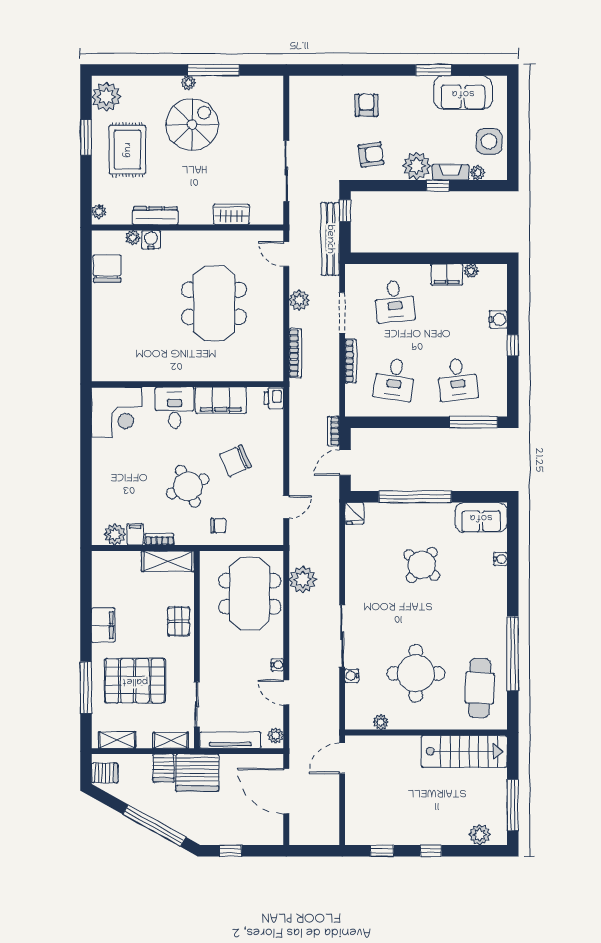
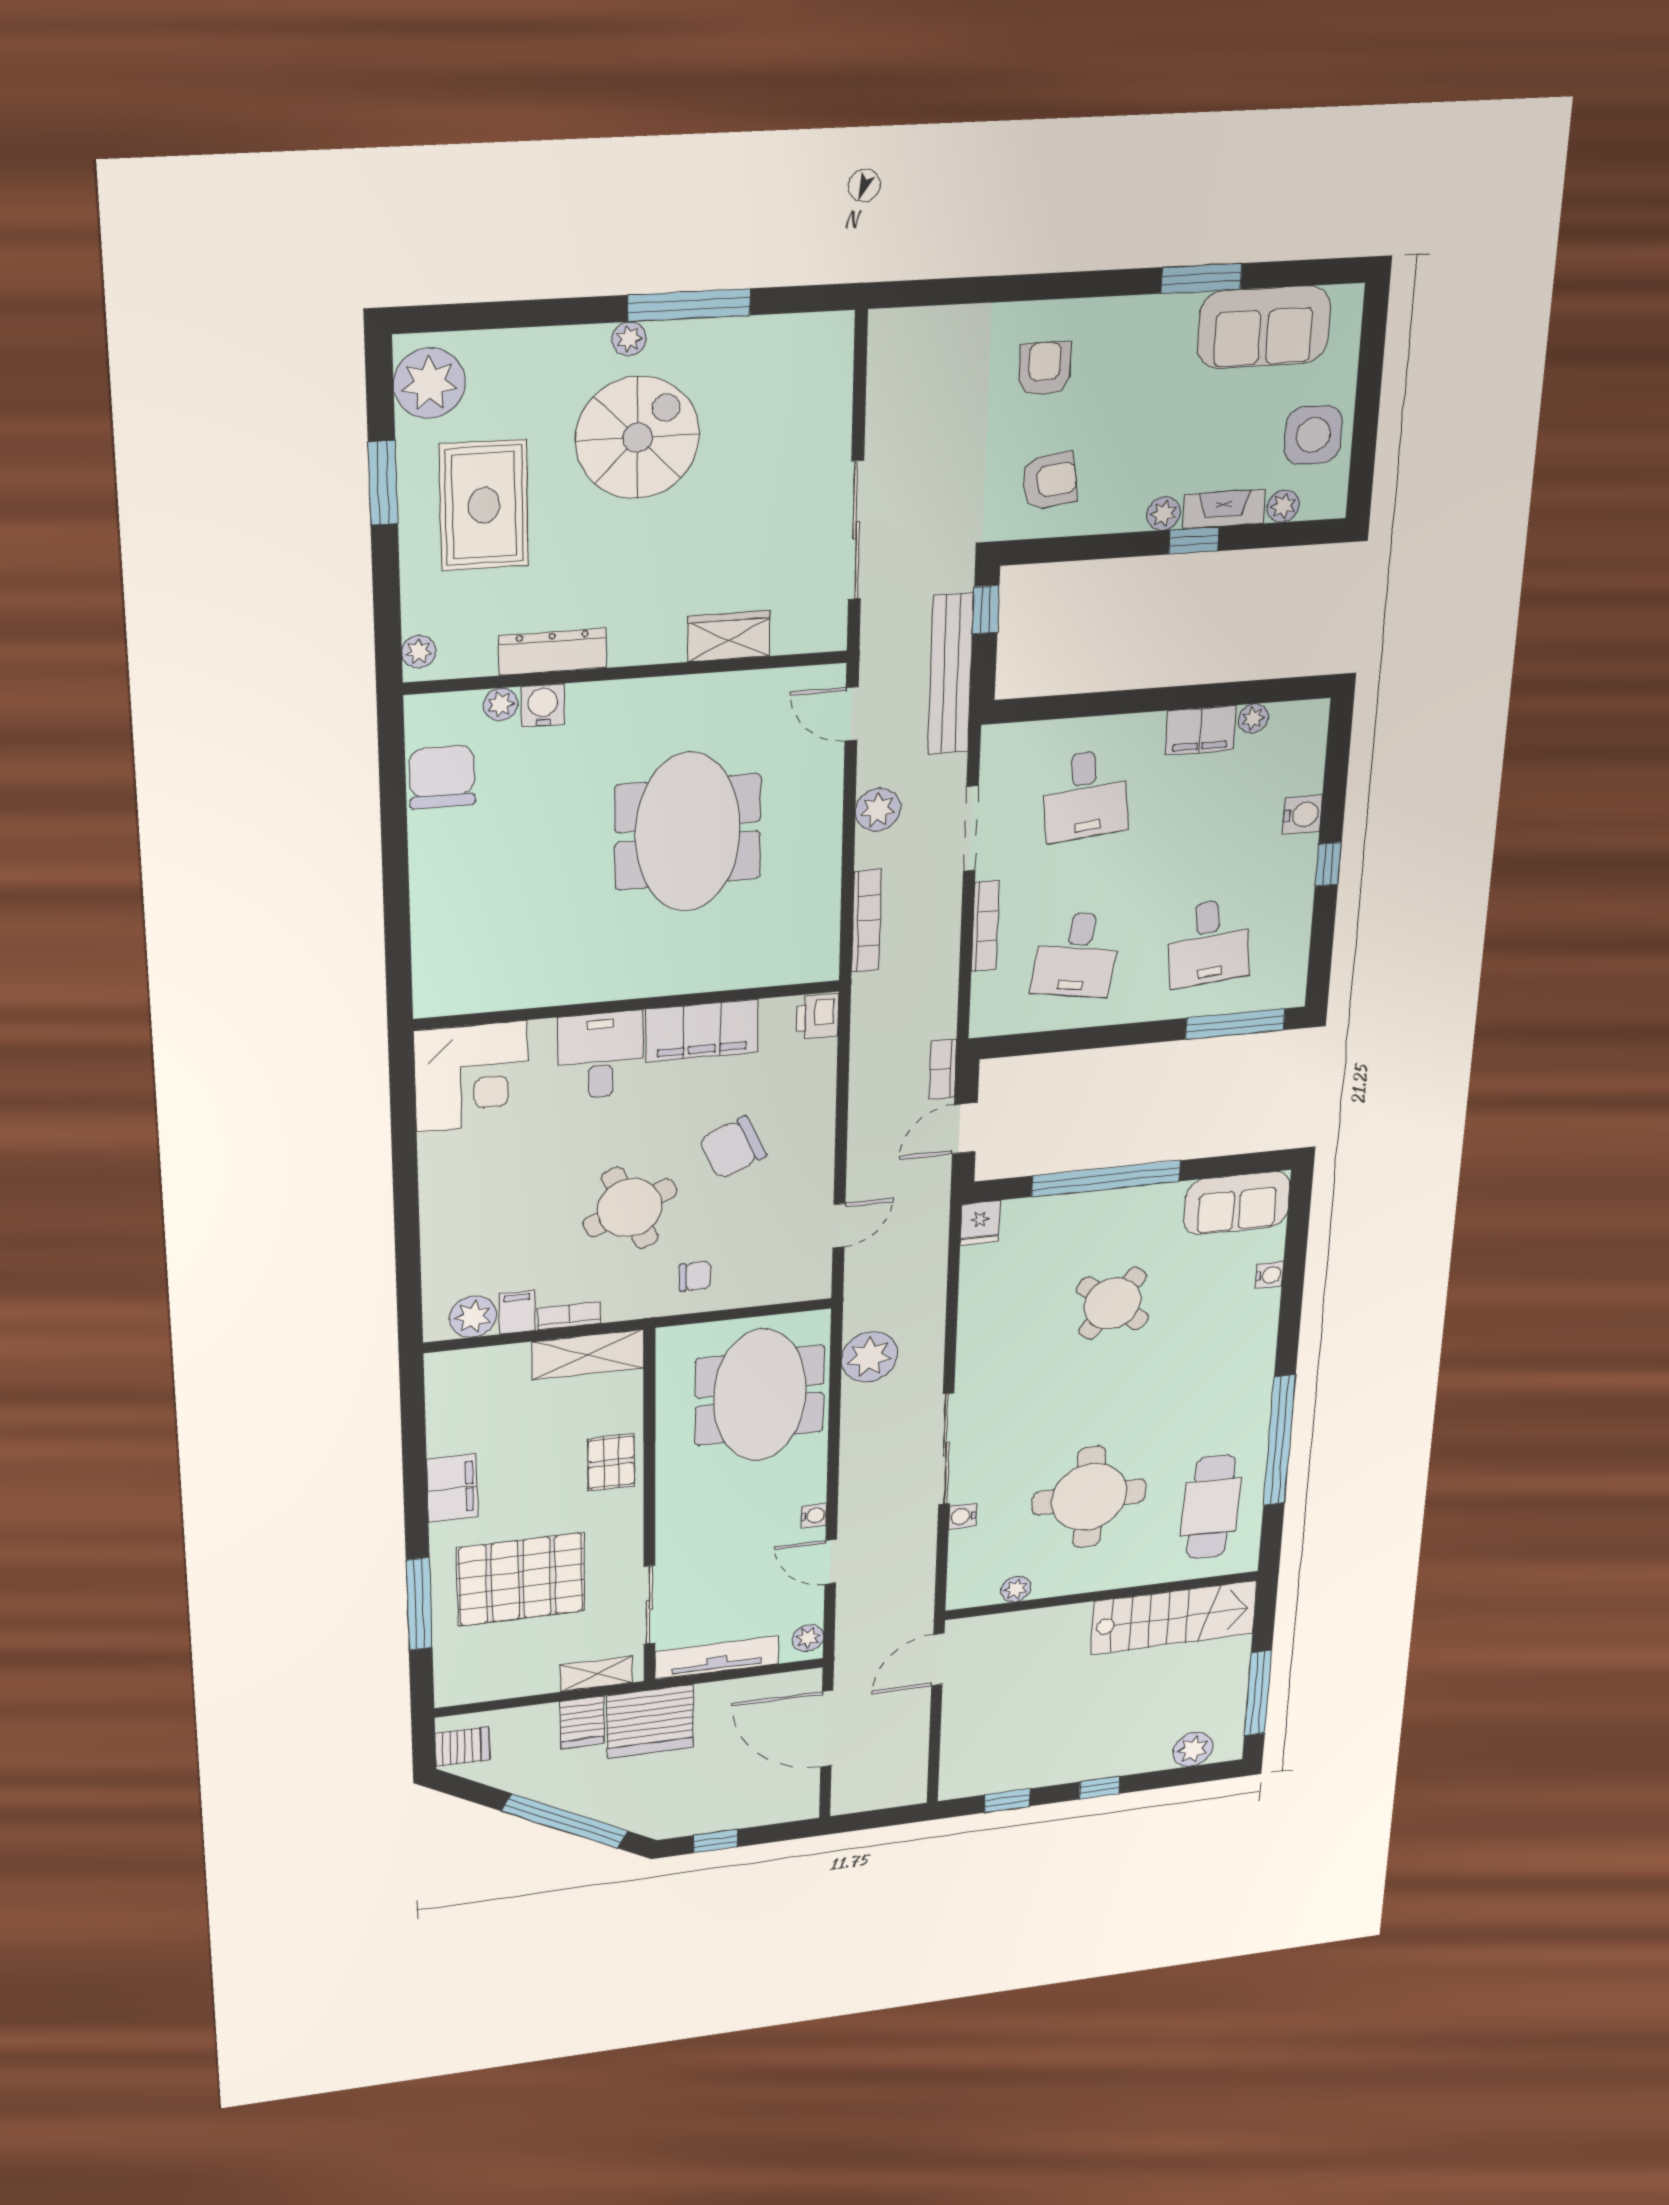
plant: (417, 166) -> (1164, 514), width x0.53, depth x0.53
shelving: (117, 740) -> (487, 1687), removed

